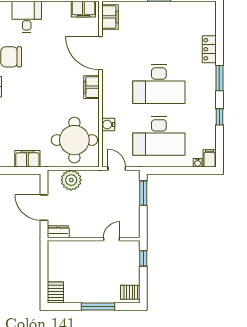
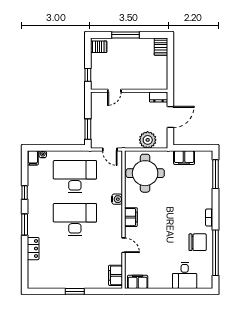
door: (100, 53) -> (123, 245), width x0.53
water cooler: (108, 125) -> (117, 199), moved
door: (44, 208) -> (170, 117), hinge flipped

